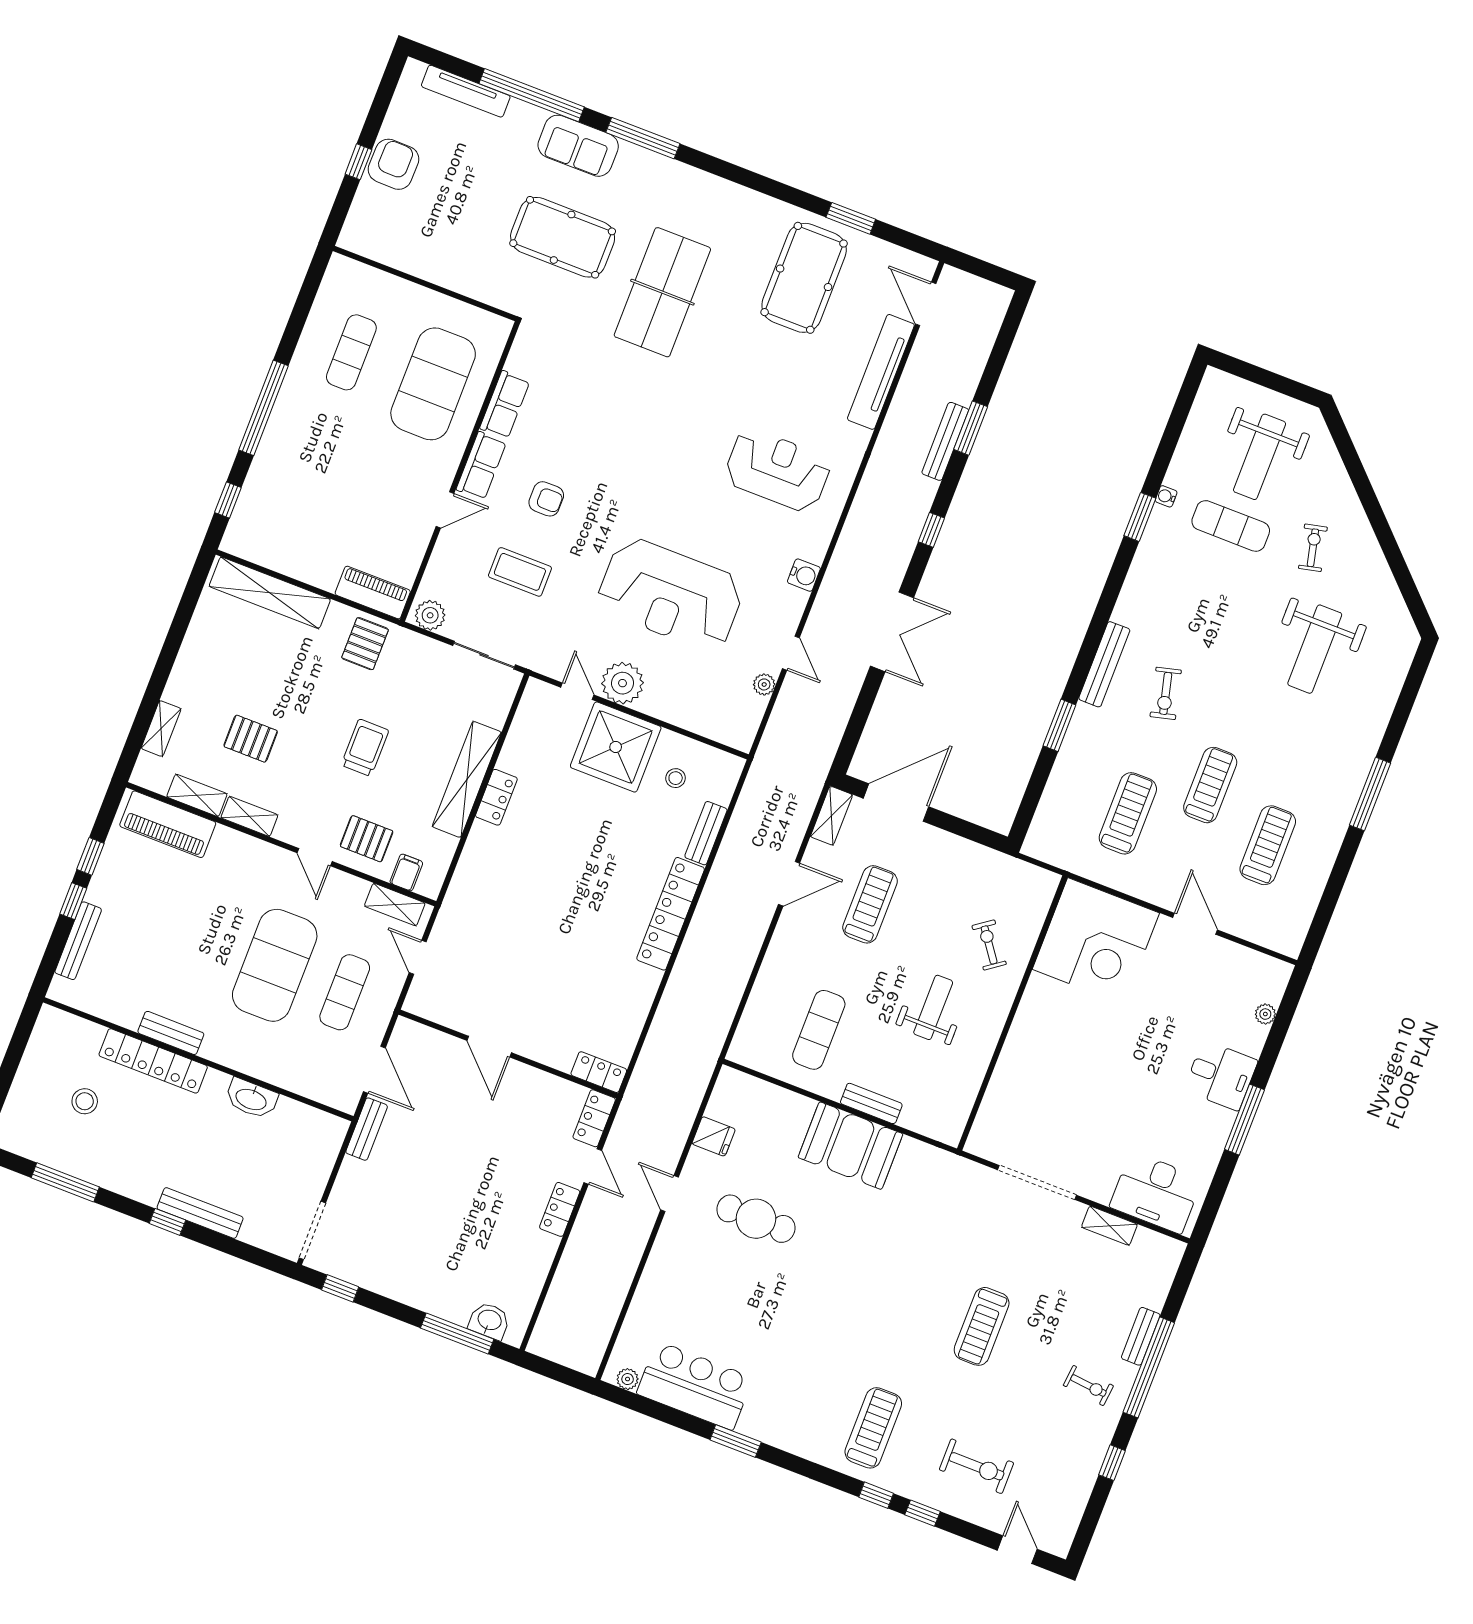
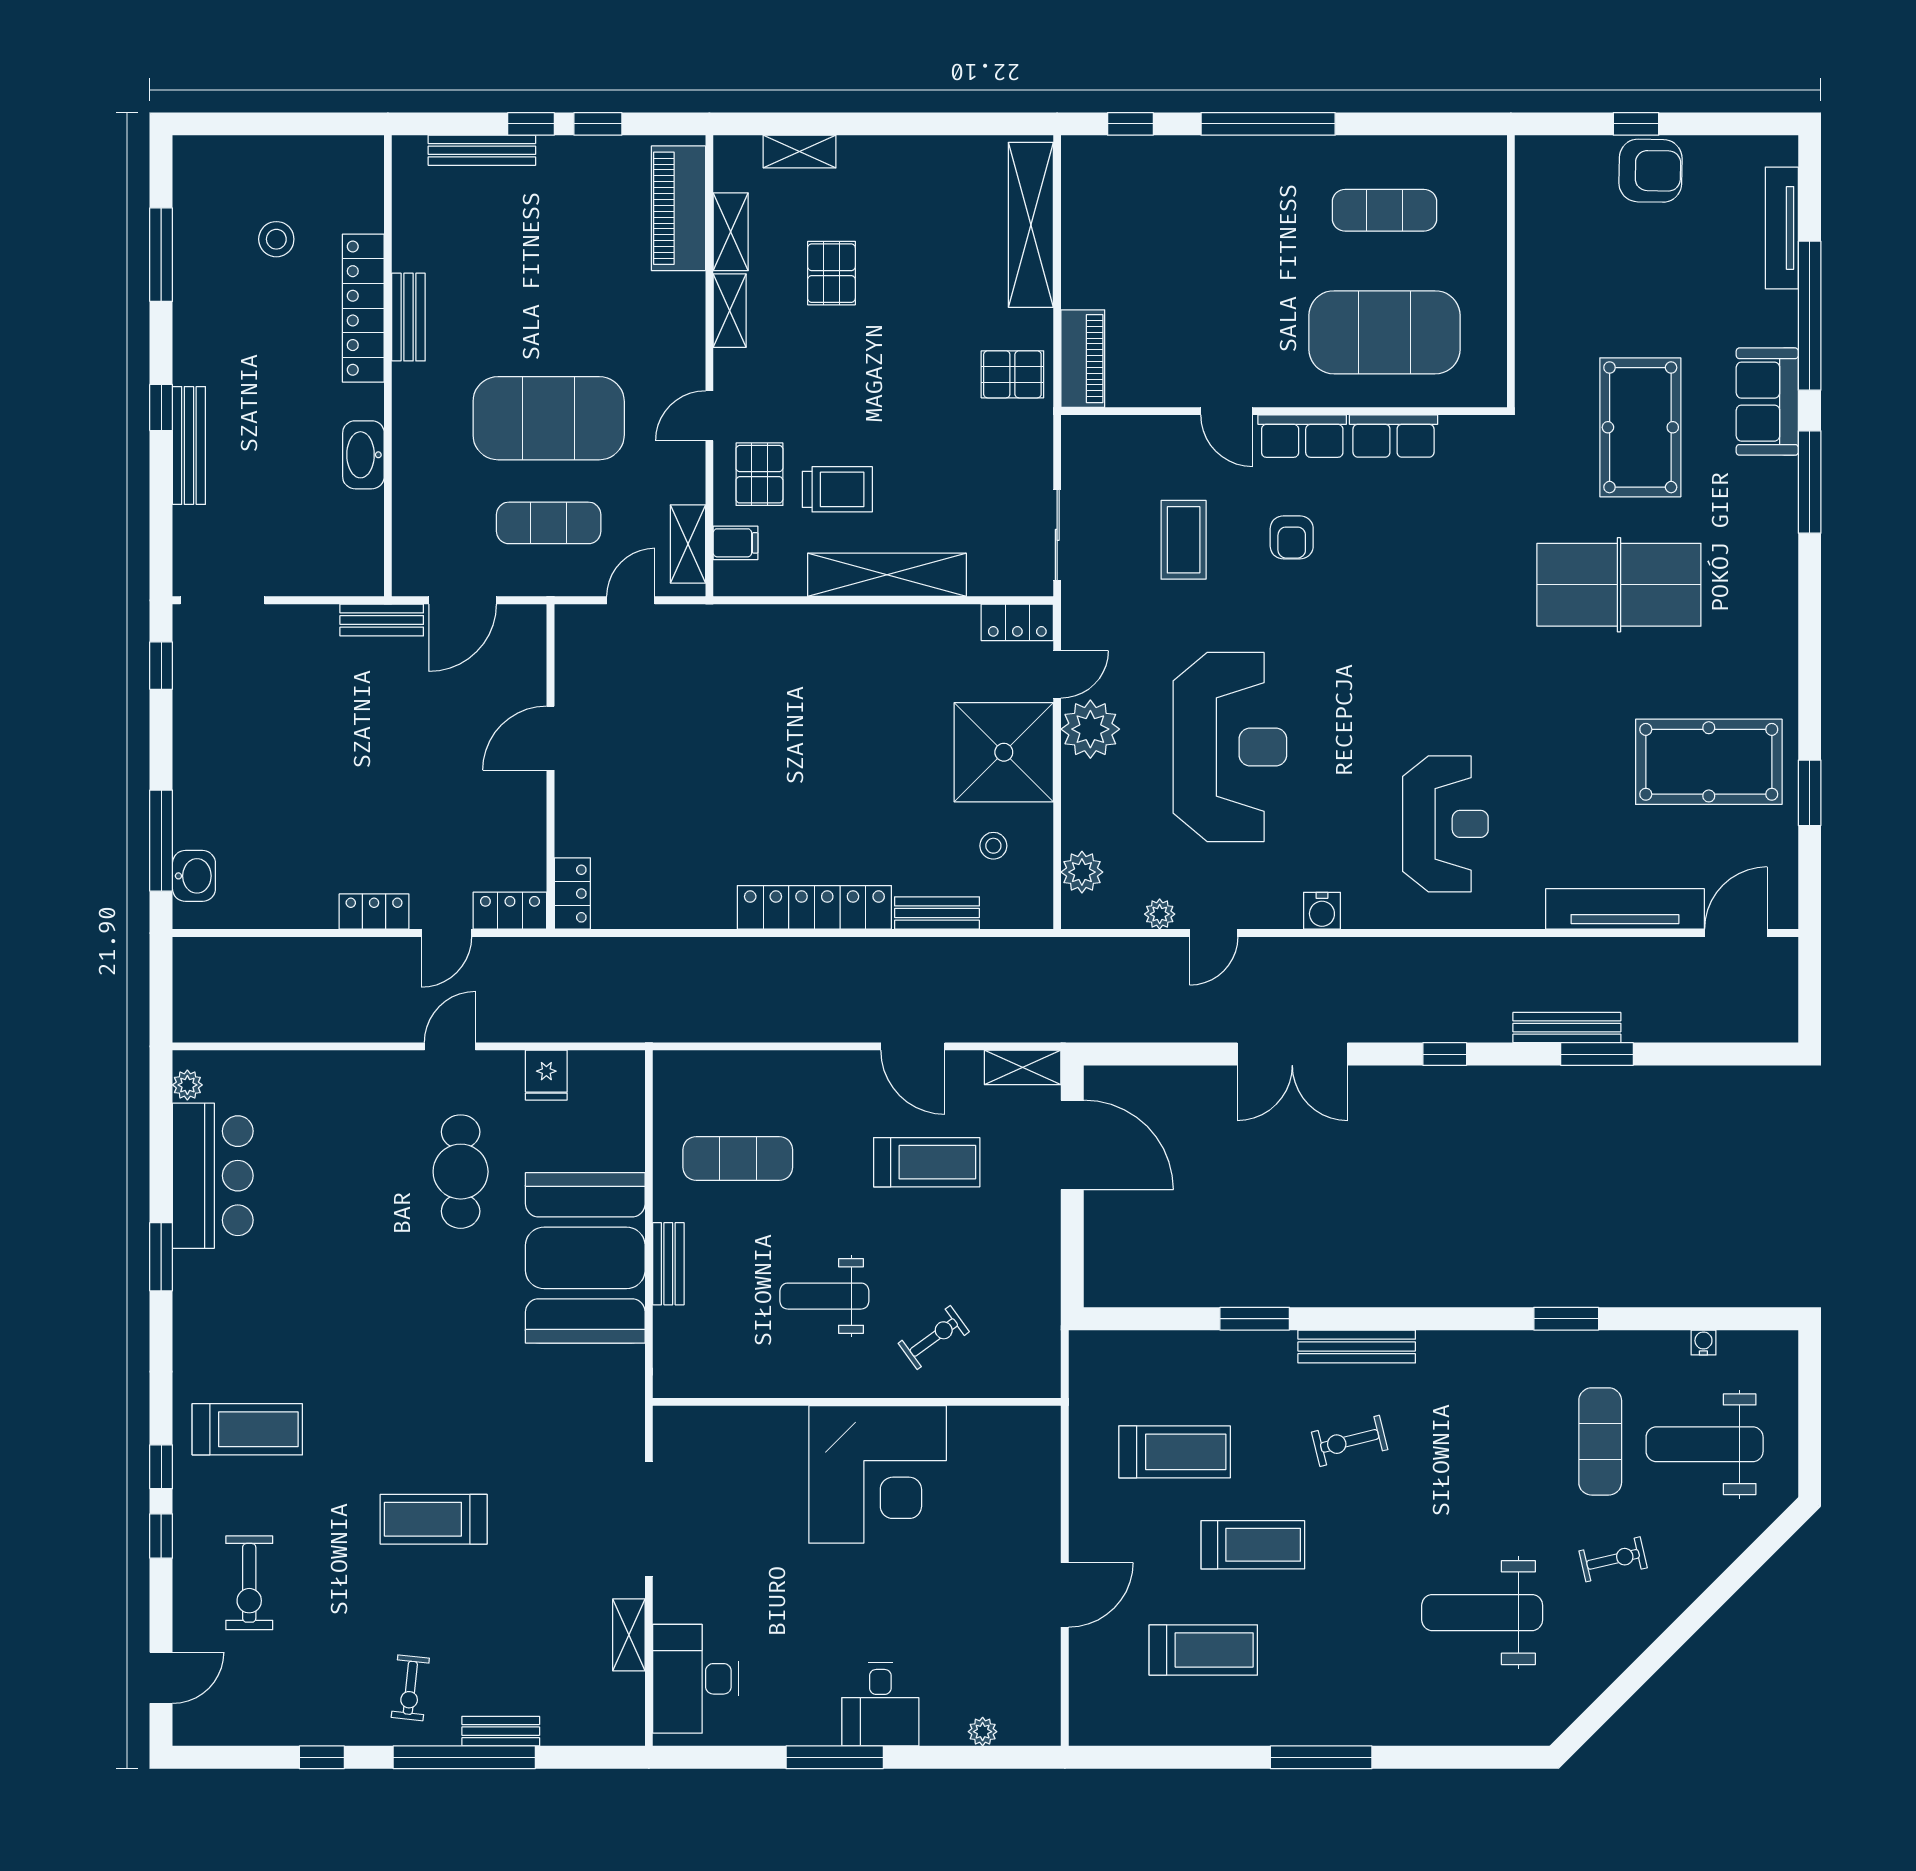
water cooler: (1166, 496) -> (1703, 1342), moved
reception desk: (671, 594) -> (1230, 747), turned 180
plant: (430, 615) -> (1082, 872), moved
trolley: (365, 748) -> (837, 489), moved
locker: (496, 797) -> (1017, 622), moved
corner desk: (1096, 941) -> (878, 1474), moved, turned -90
weight bench: (933, 1007) -> (824, 1296), turned 180
booth: (850, 1146) -> (585, 1258), width x1.36, depth x1.42

